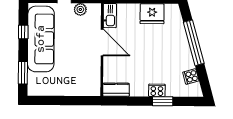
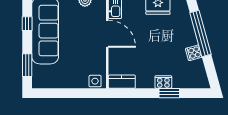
cooker: (191, 77) -> (194, 53), moved
side table: (90, 89) -> (95, 81), added

